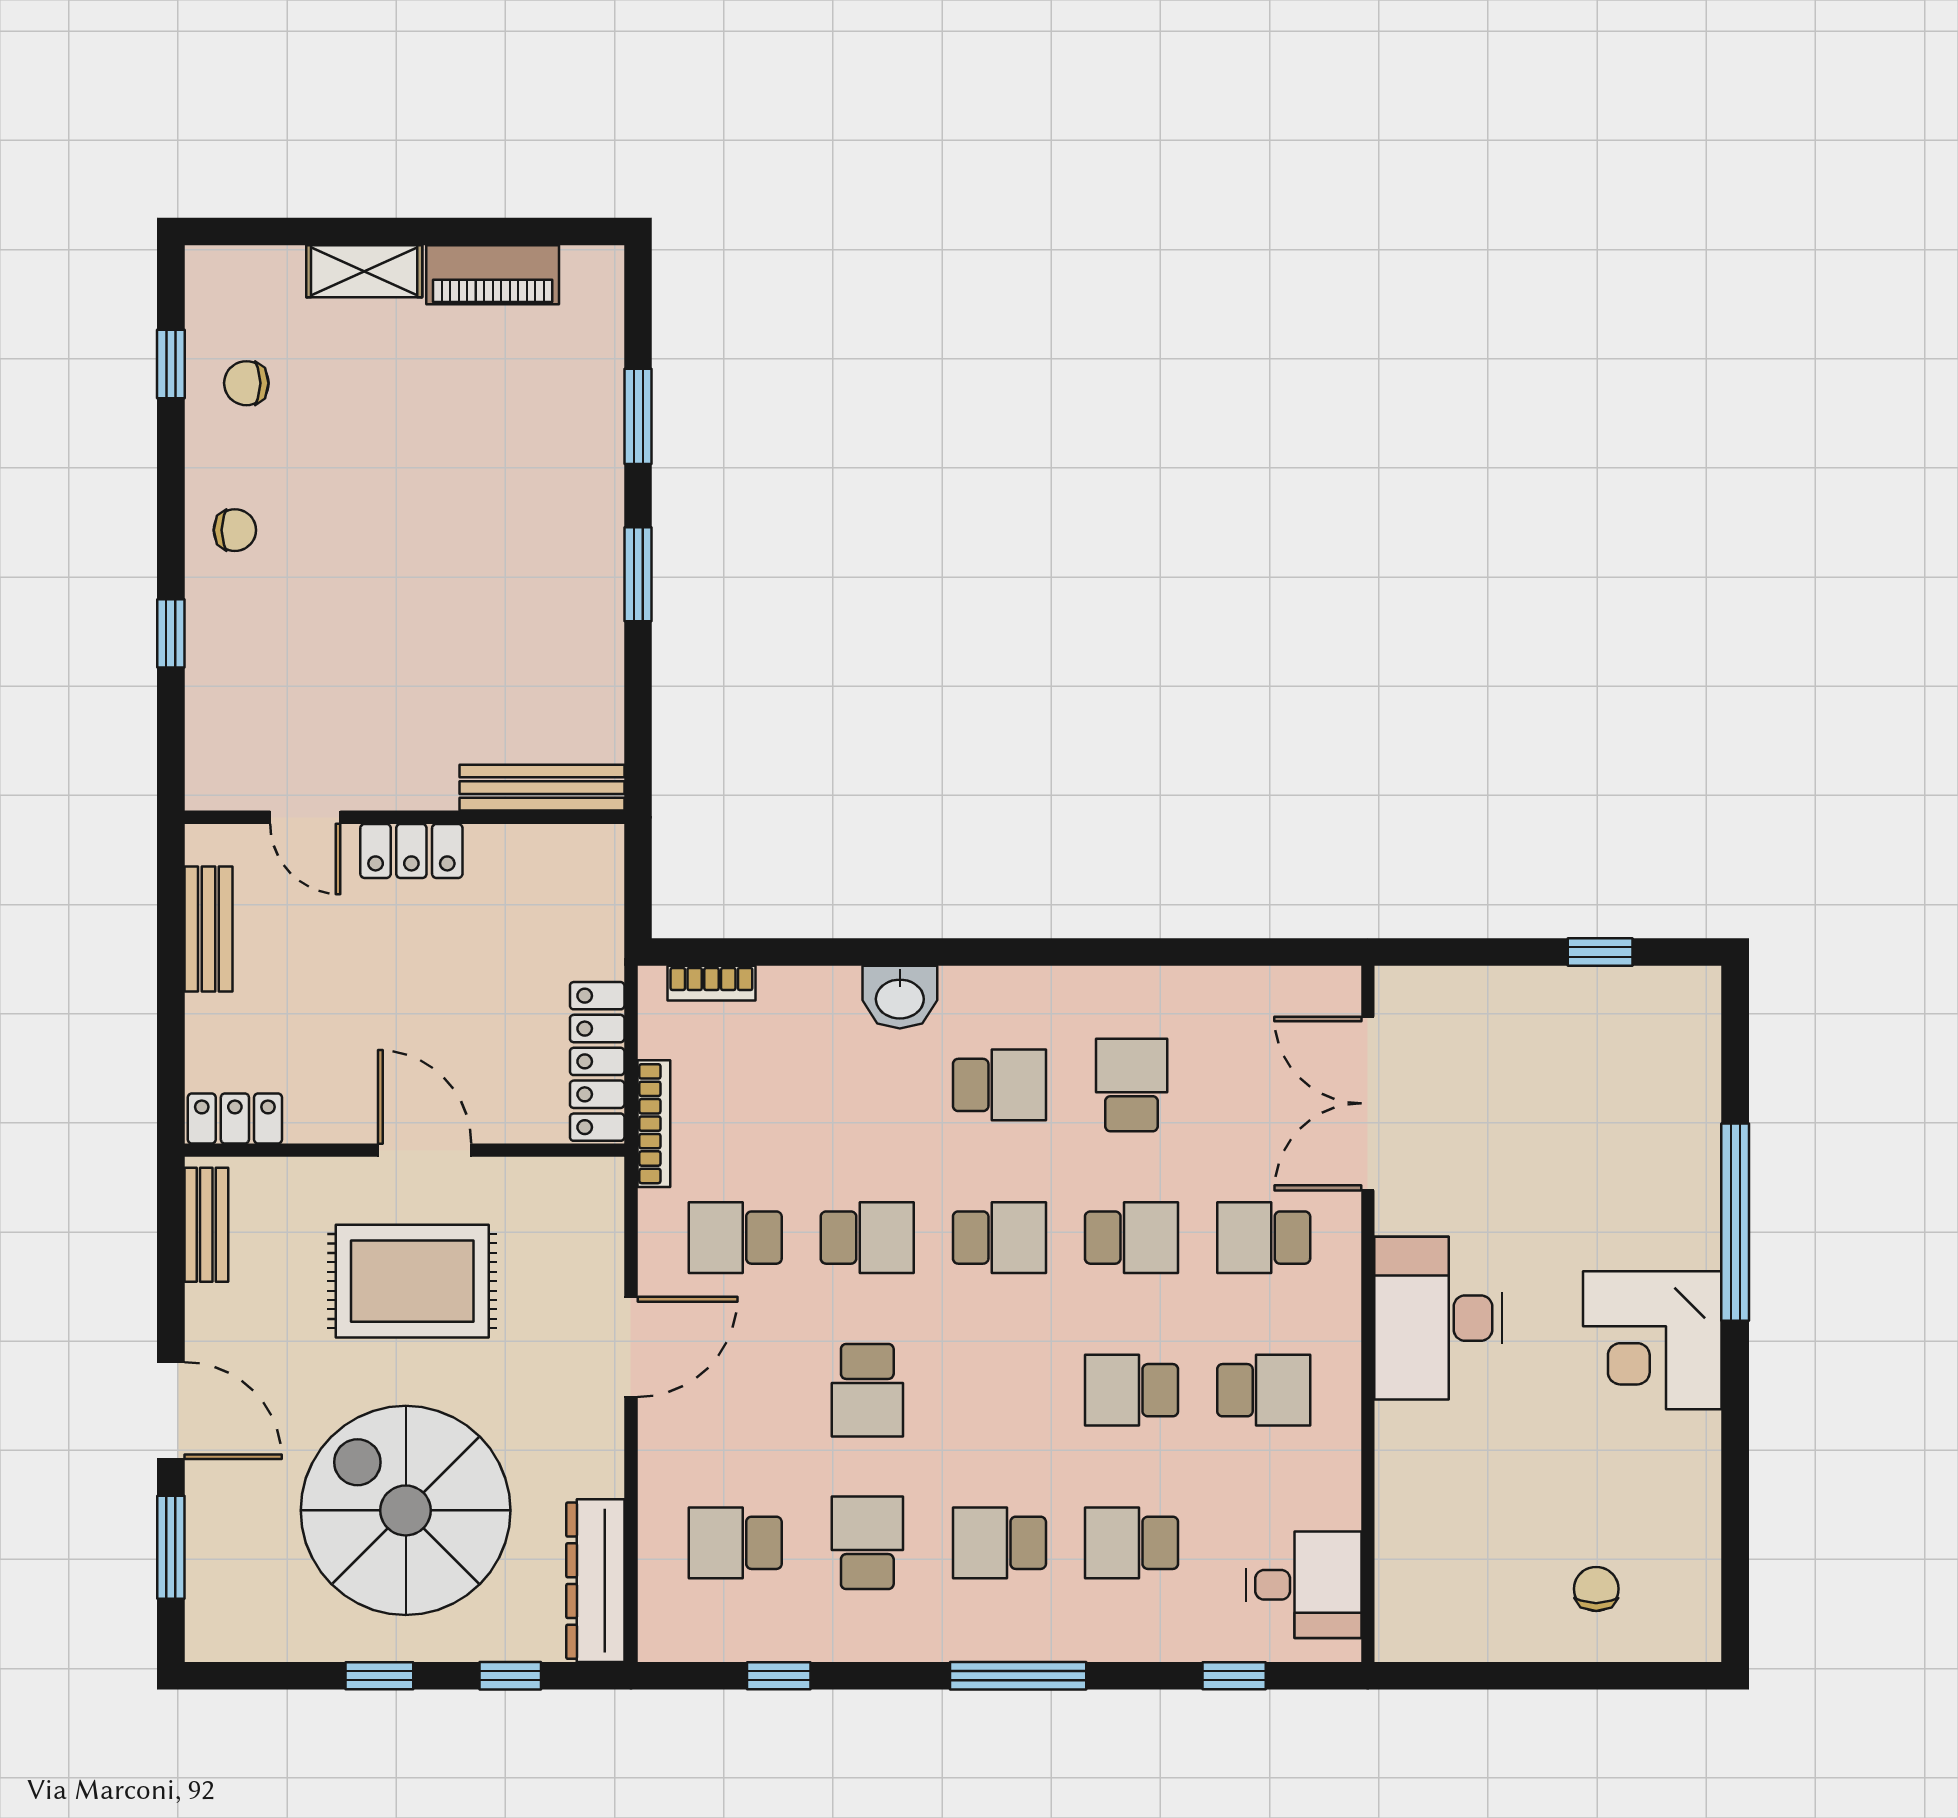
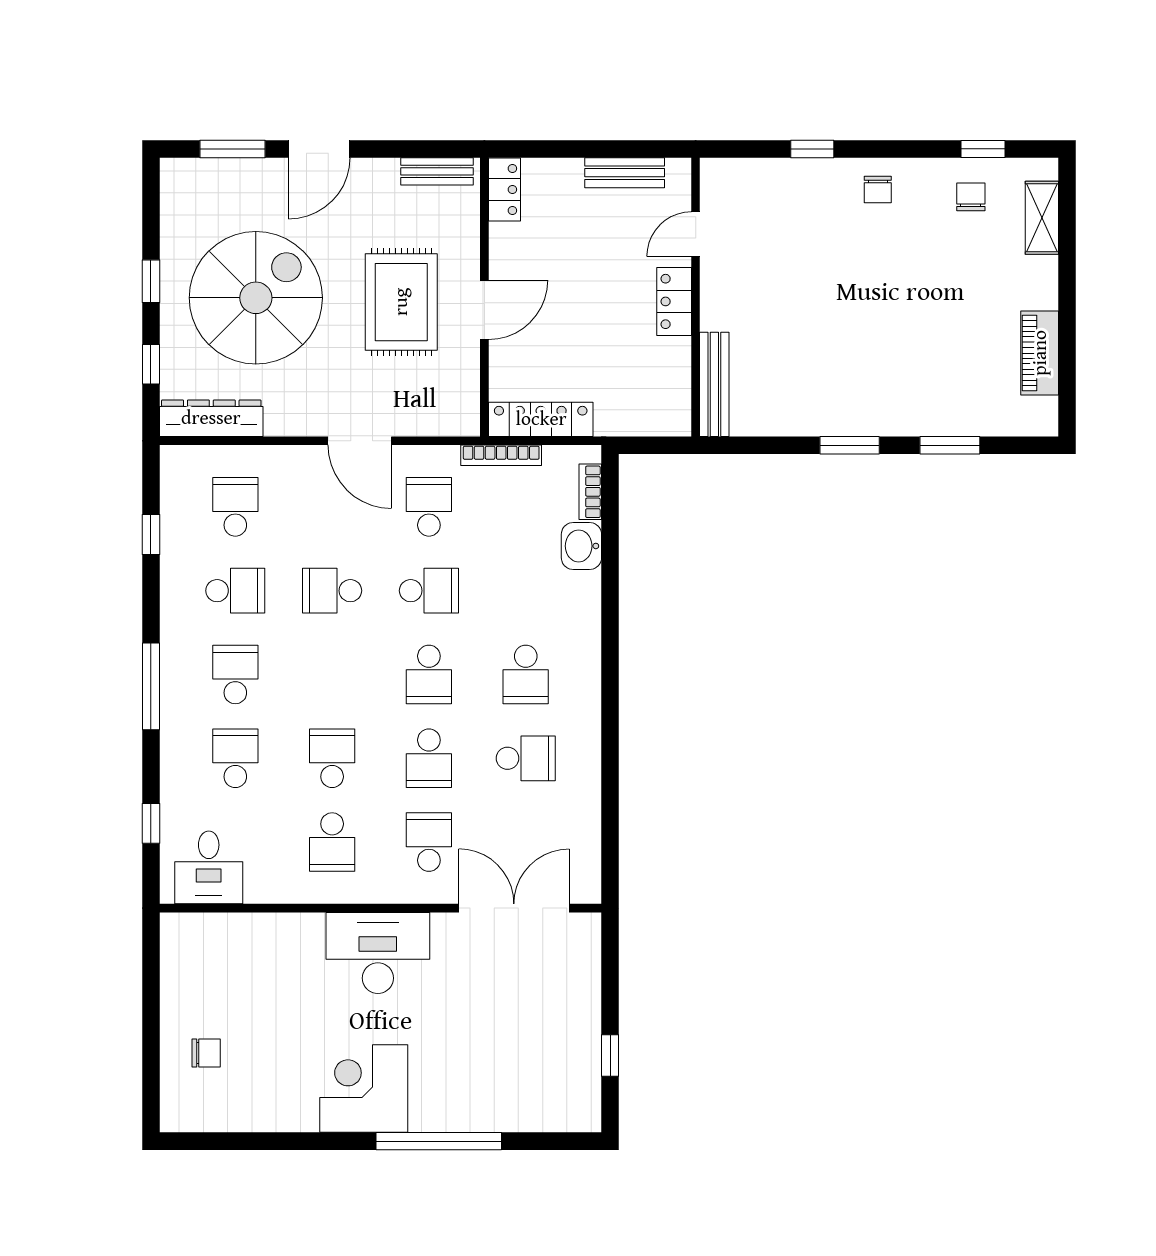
shelving: (364, 271) -> (1042, 218), moved
washbasin: (900, 997) -> (581, 546), moved
school desk: (867, 1238) -> (429, 591), turned -90

